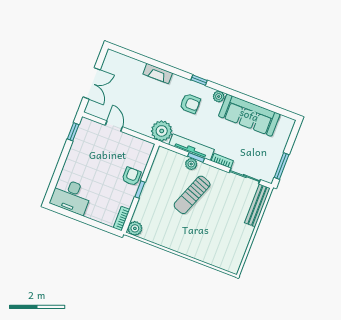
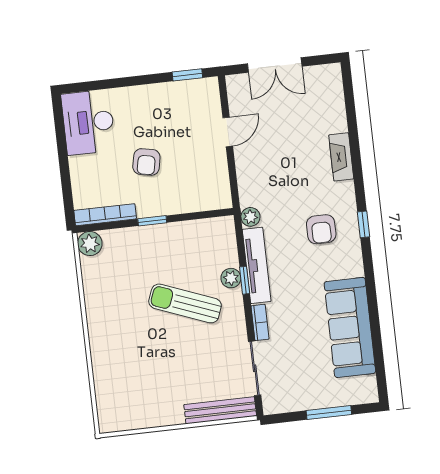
plant: (219, 97) -> (354, 267), removed
plant: (162, 131) -> (250, 217), width x0.53, depth x0.53
window: (282, 166) -> (329, 413), moved
armchair: (132, 176) -> (146, 162), moved, turned 101
bookcase: (122, 219) -> (105, 215), width x1.56

